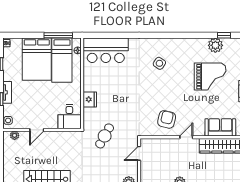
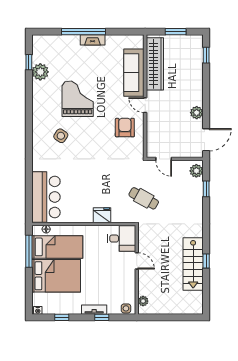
grand piano: (210, 77) -> (78, 99), moved
armchair: (167, 119) -> (125, 128), turned 77
sofa: (220, 127) -> (134, 73), width x1.36
door: (37, 130) -> (137, 261), moved

